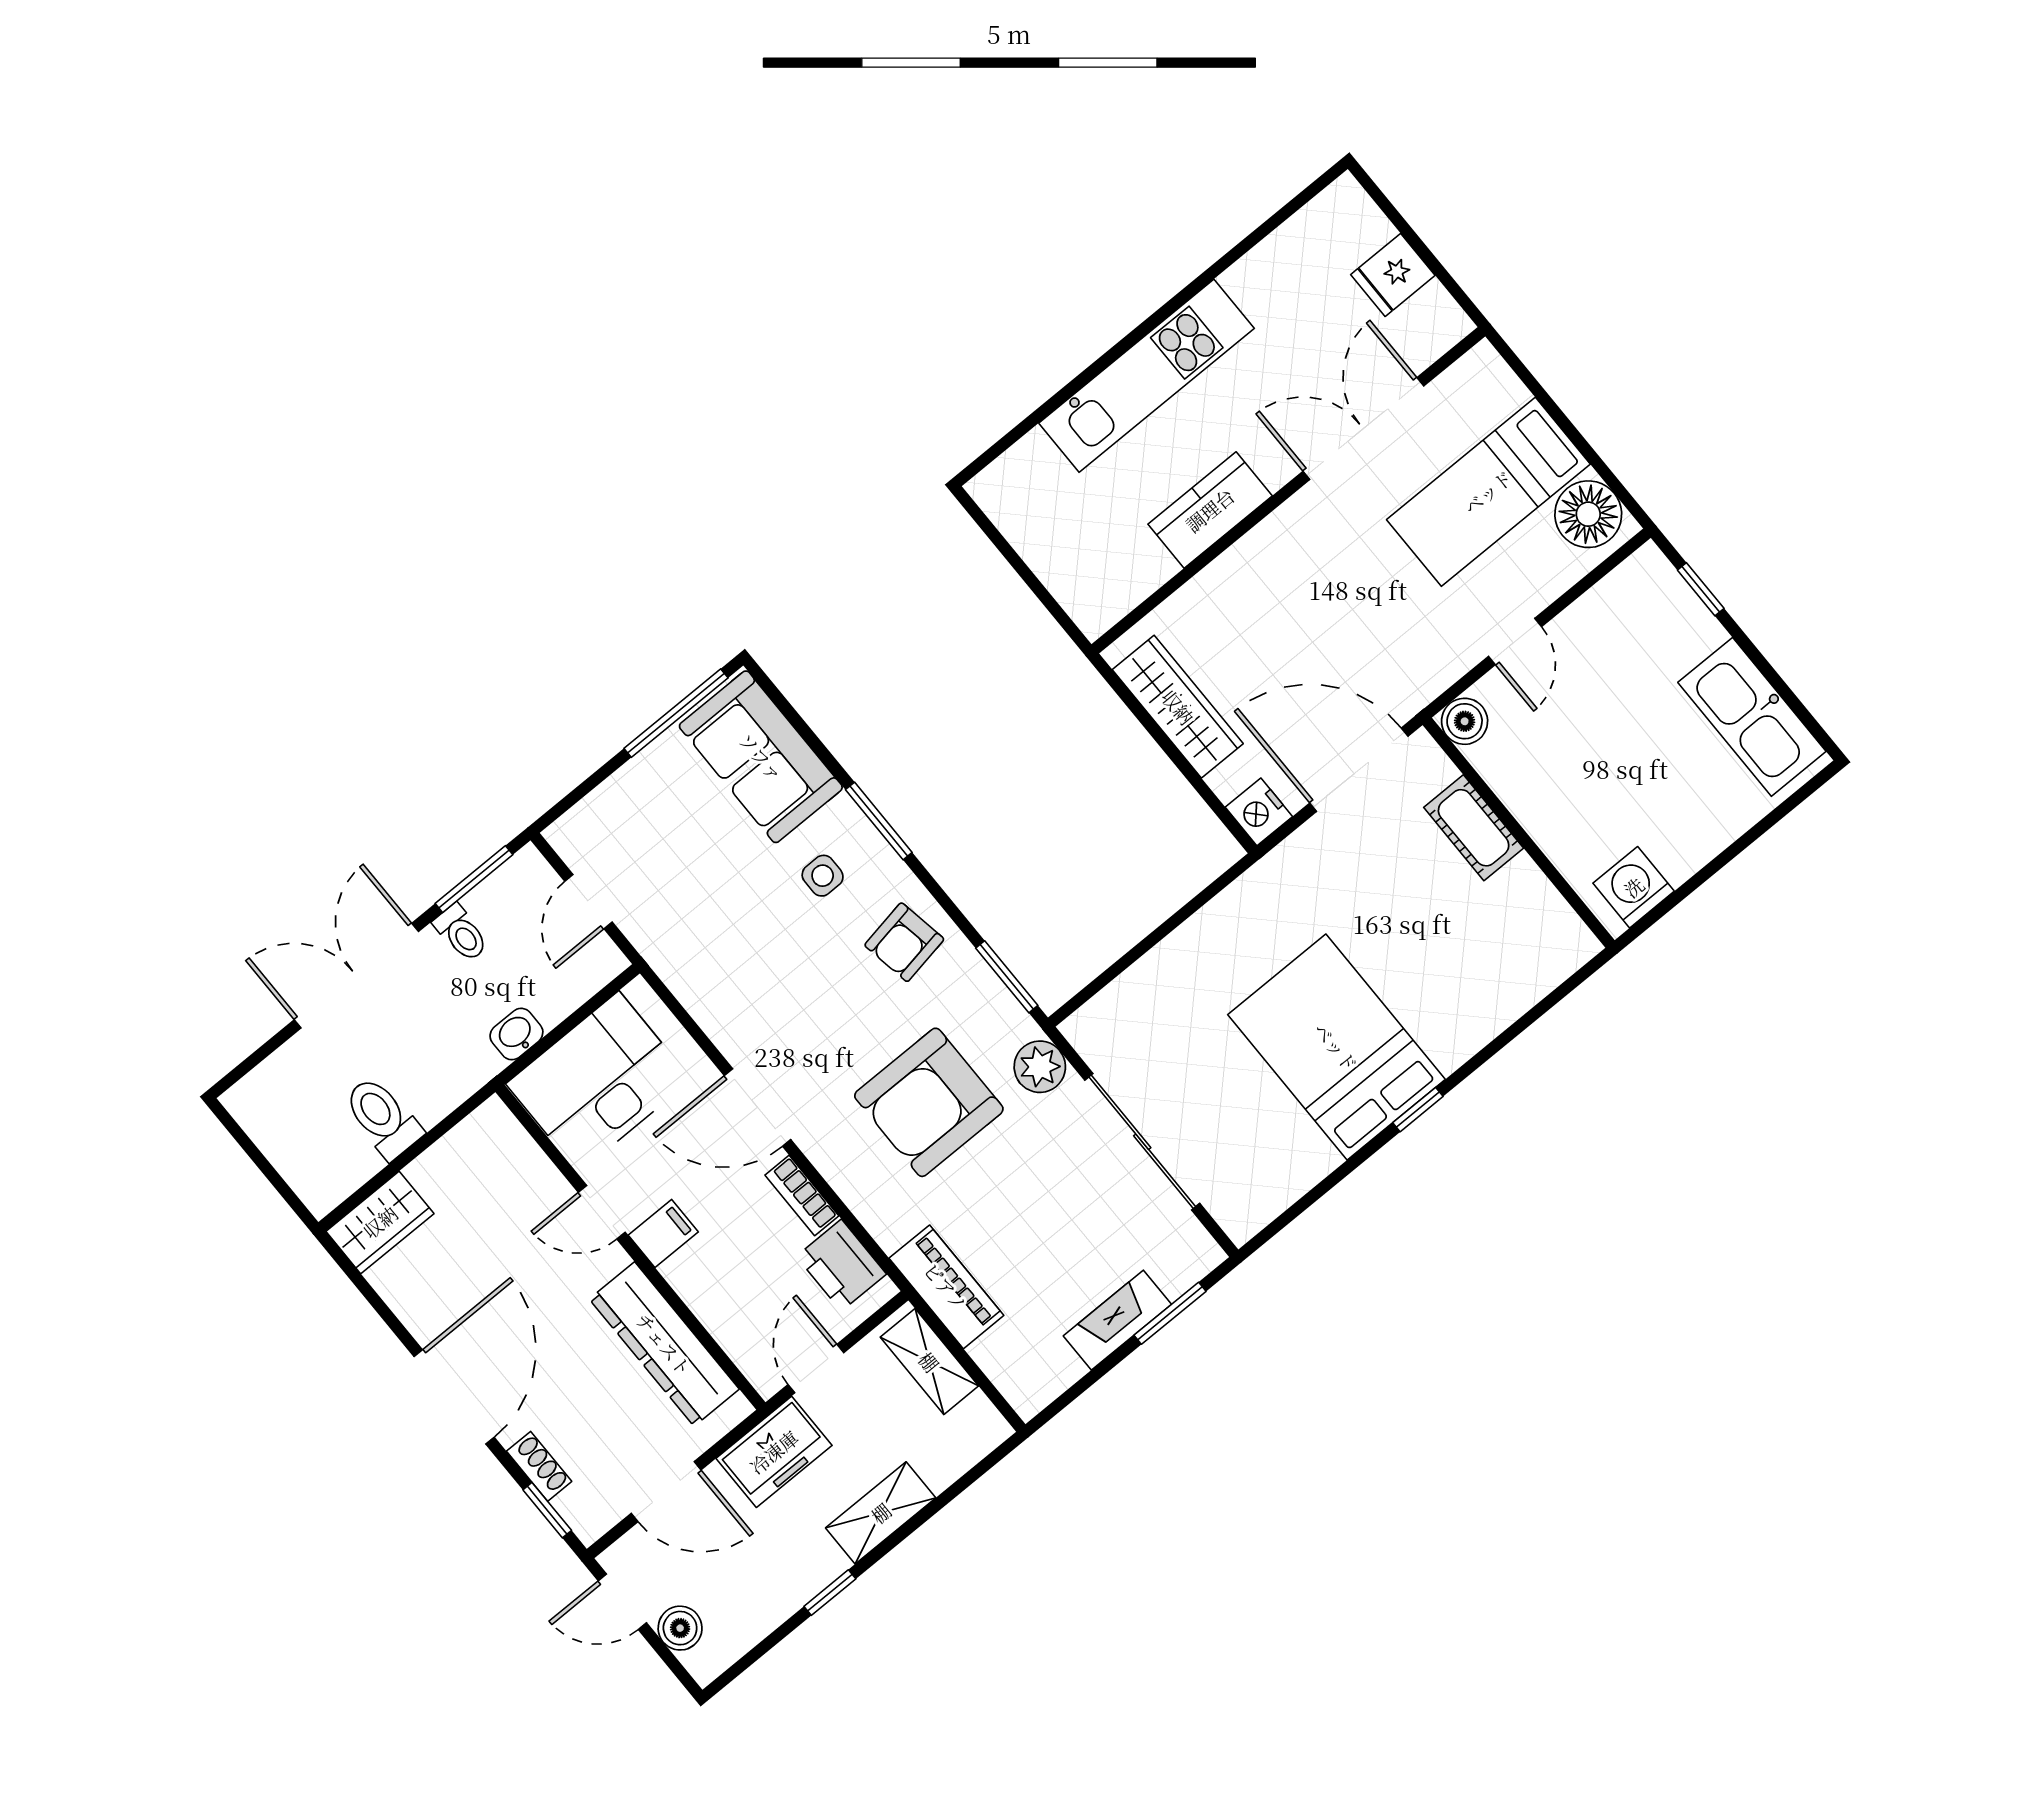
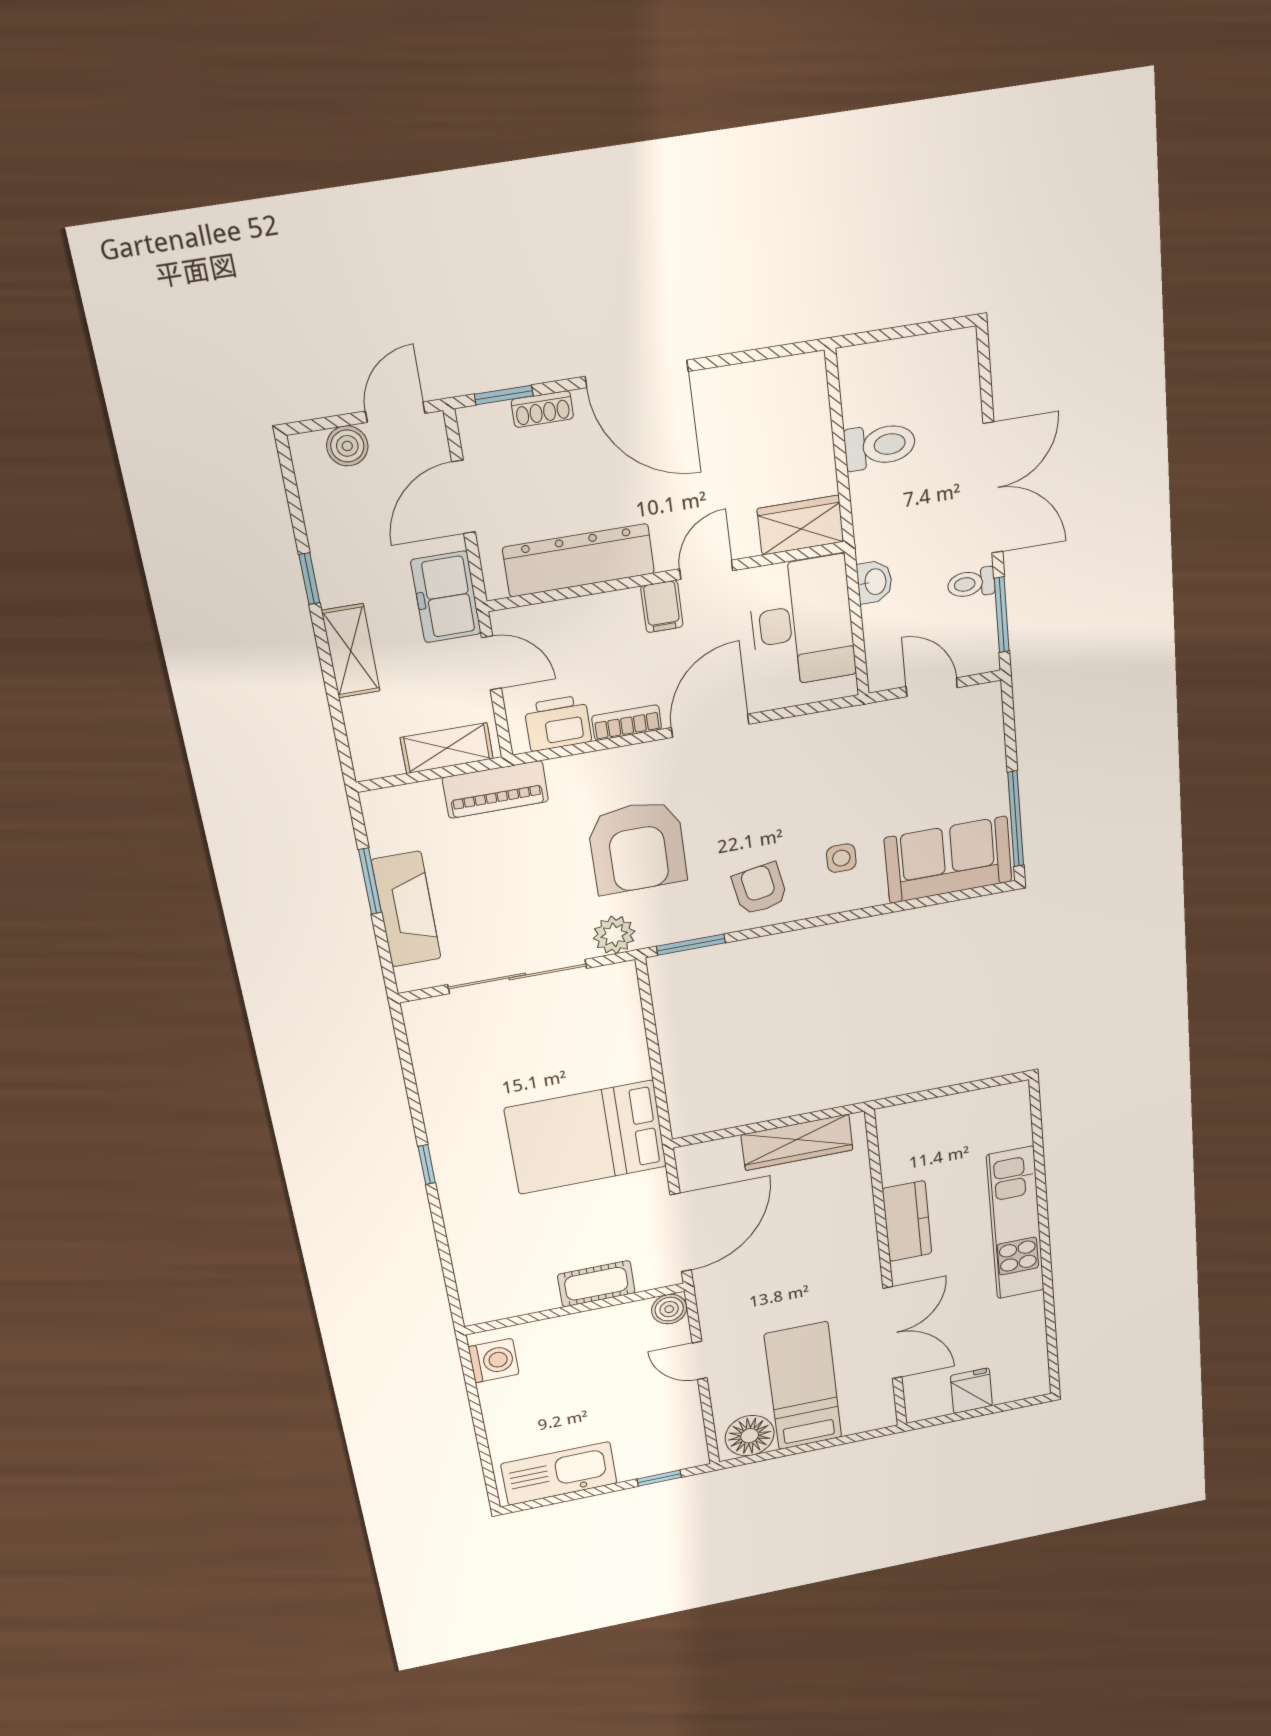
nightstand: (1259, 812) -> (695, 1159), removed
window: (879, 821) -> (853, 915), removed
bed: (1336, 1047) -> (586, 1137), moved, turned 180
armchair: (929, 1102) -> (637, 847), turned 180
wardrobe: (380, 1222) -> (800, 525), moved, turned 90
window: (1170, 1313) -> (370, 881), moved
fireplace: (1117, 1320) -> (406, 909), width x1.37, depth x1.32

